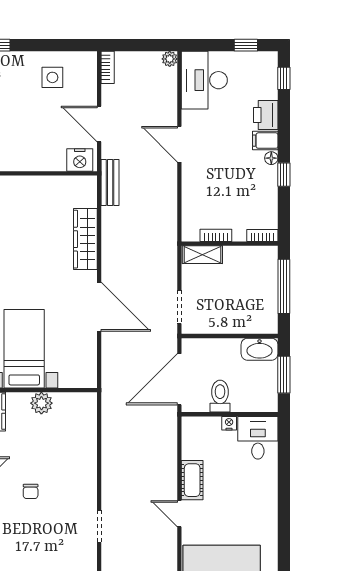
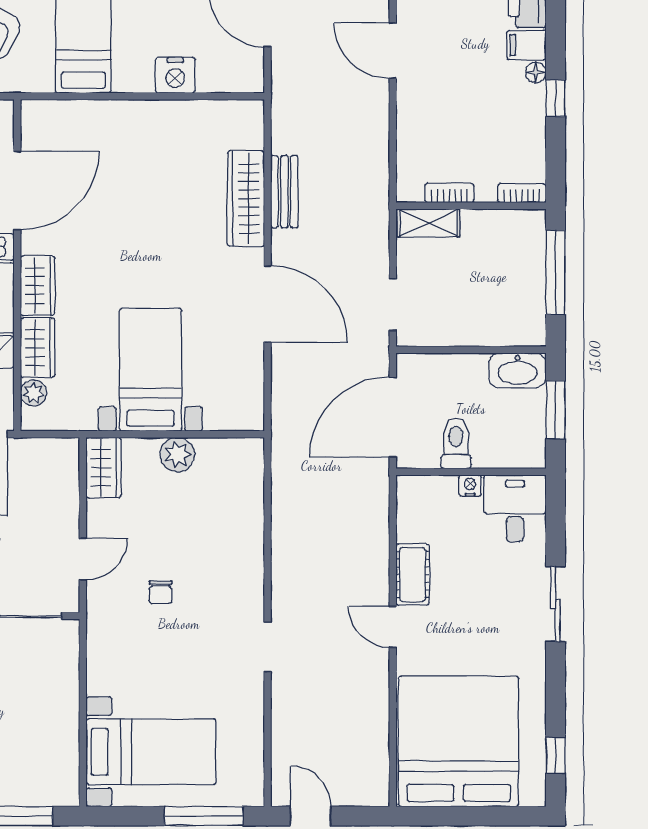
nightstand: (80, 160) -> (175, 75), moved
bench: (110, 183) -> (284, 192), moved
sliding door: (284, 499) -> (555, 604), added

